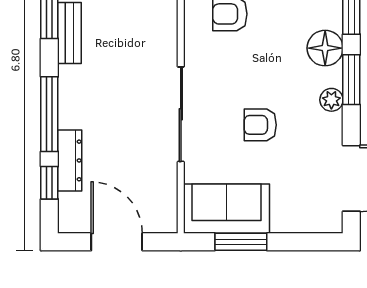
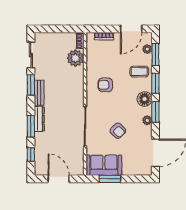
window: (49, 114) -> (31, 126), width x0.69
armchair: (260, 125) -> (118, 131), turned -135
dresser: (70, 160) -> (39, 119), moved

